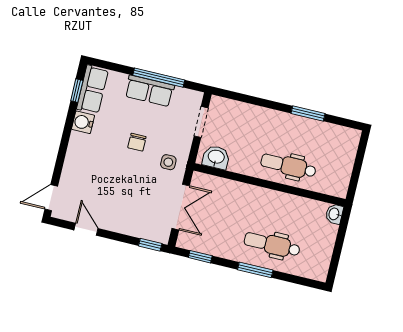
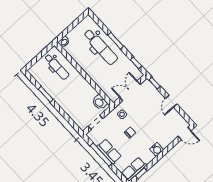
water cooler: (83, 122) -> (157, 149), moved
dental chair: (288, 166) -> (57, 67), moved
door: (86, 229) -> (171, 101), moved
dental chair: (272, 245) -> (101, 47), width x1.36, depth x1.38

